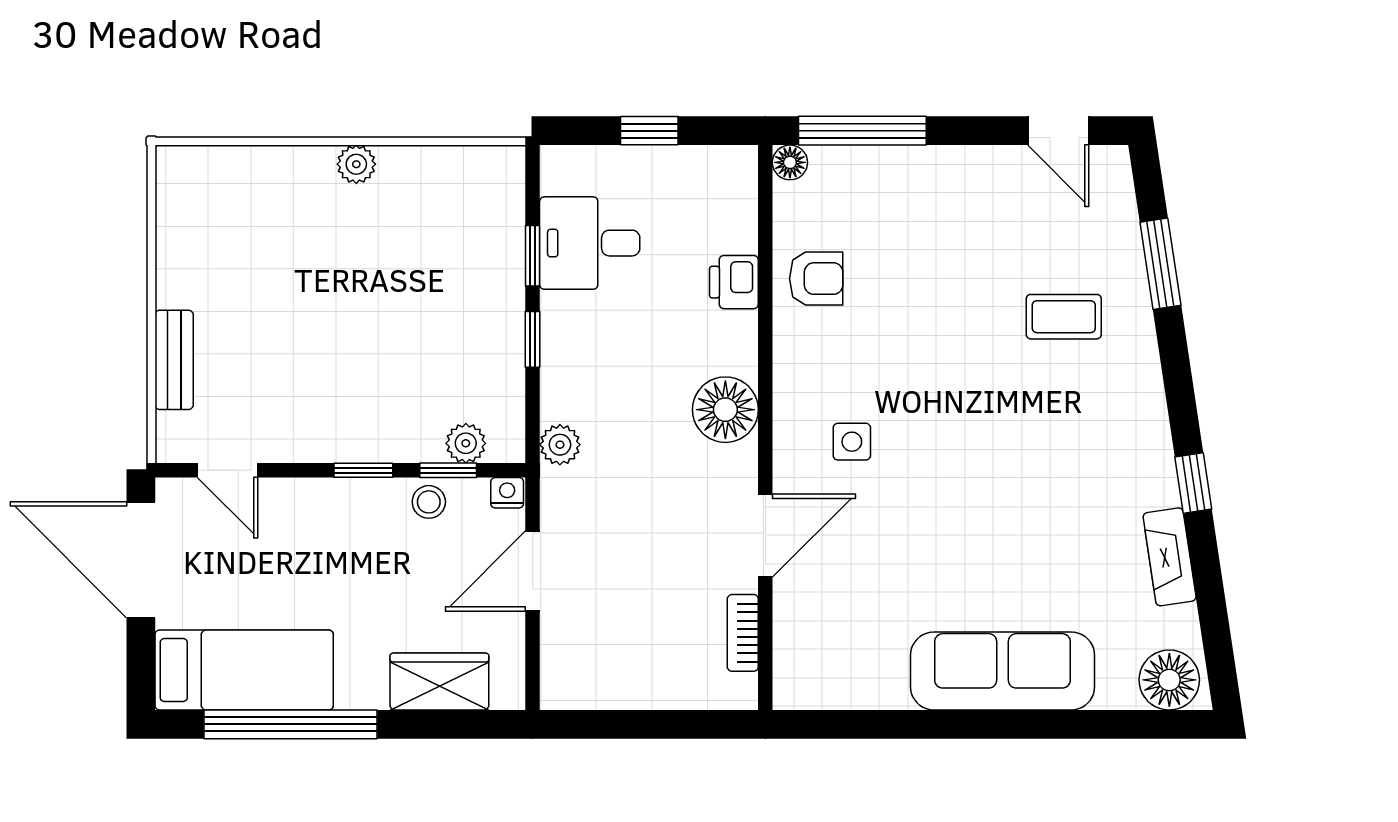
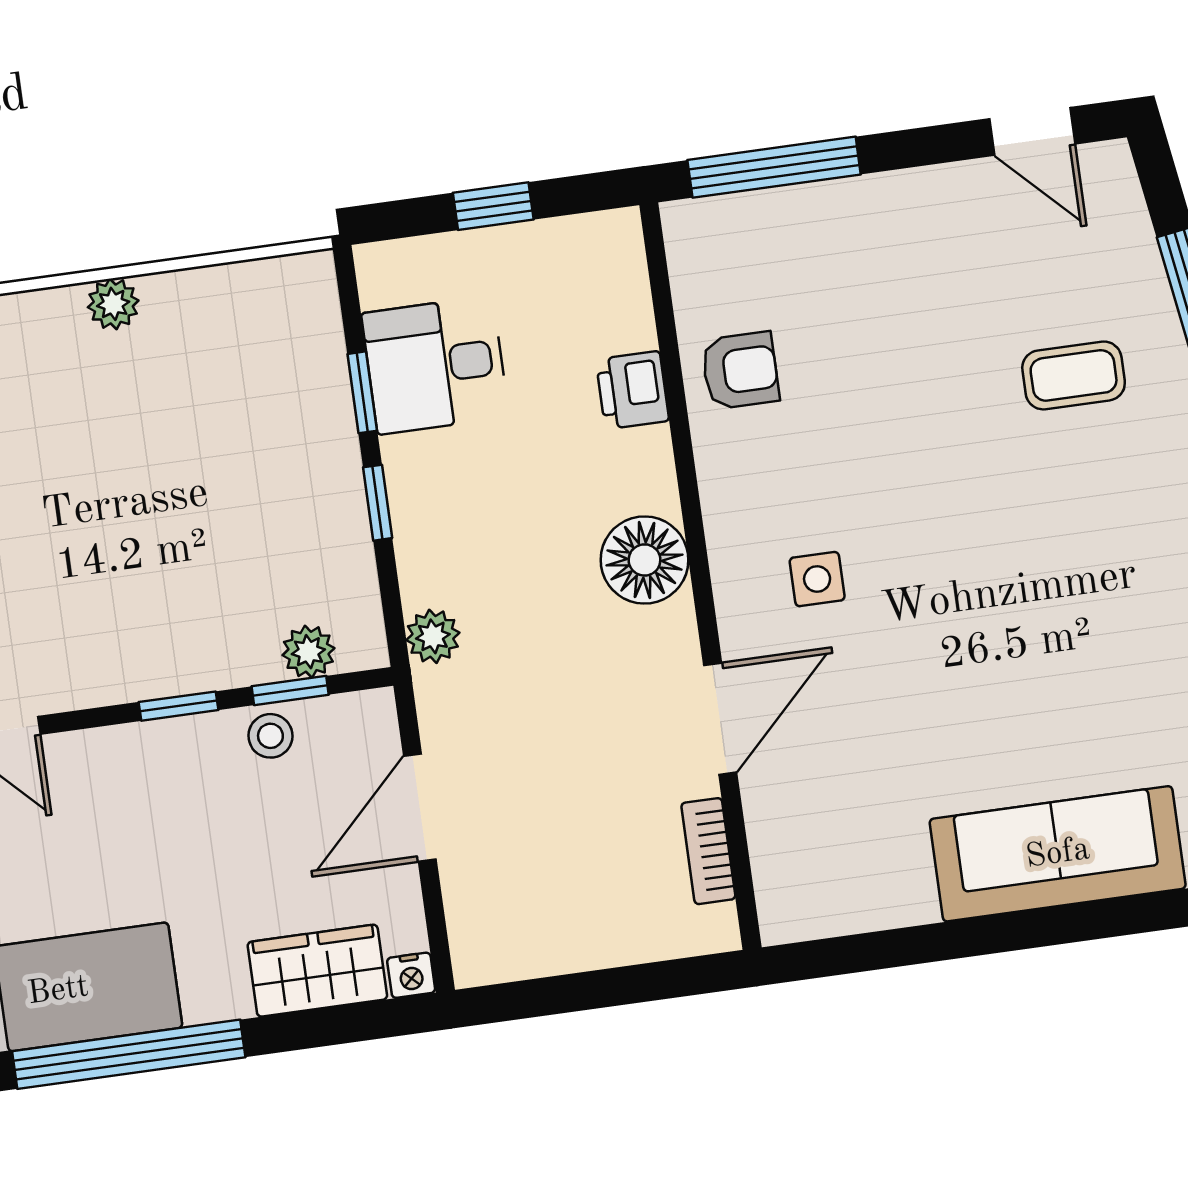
floor lamp: (790, 162) -> (684, 222), removed
nightstand: (507, 493) -> (411, 975), moved, turned 180

